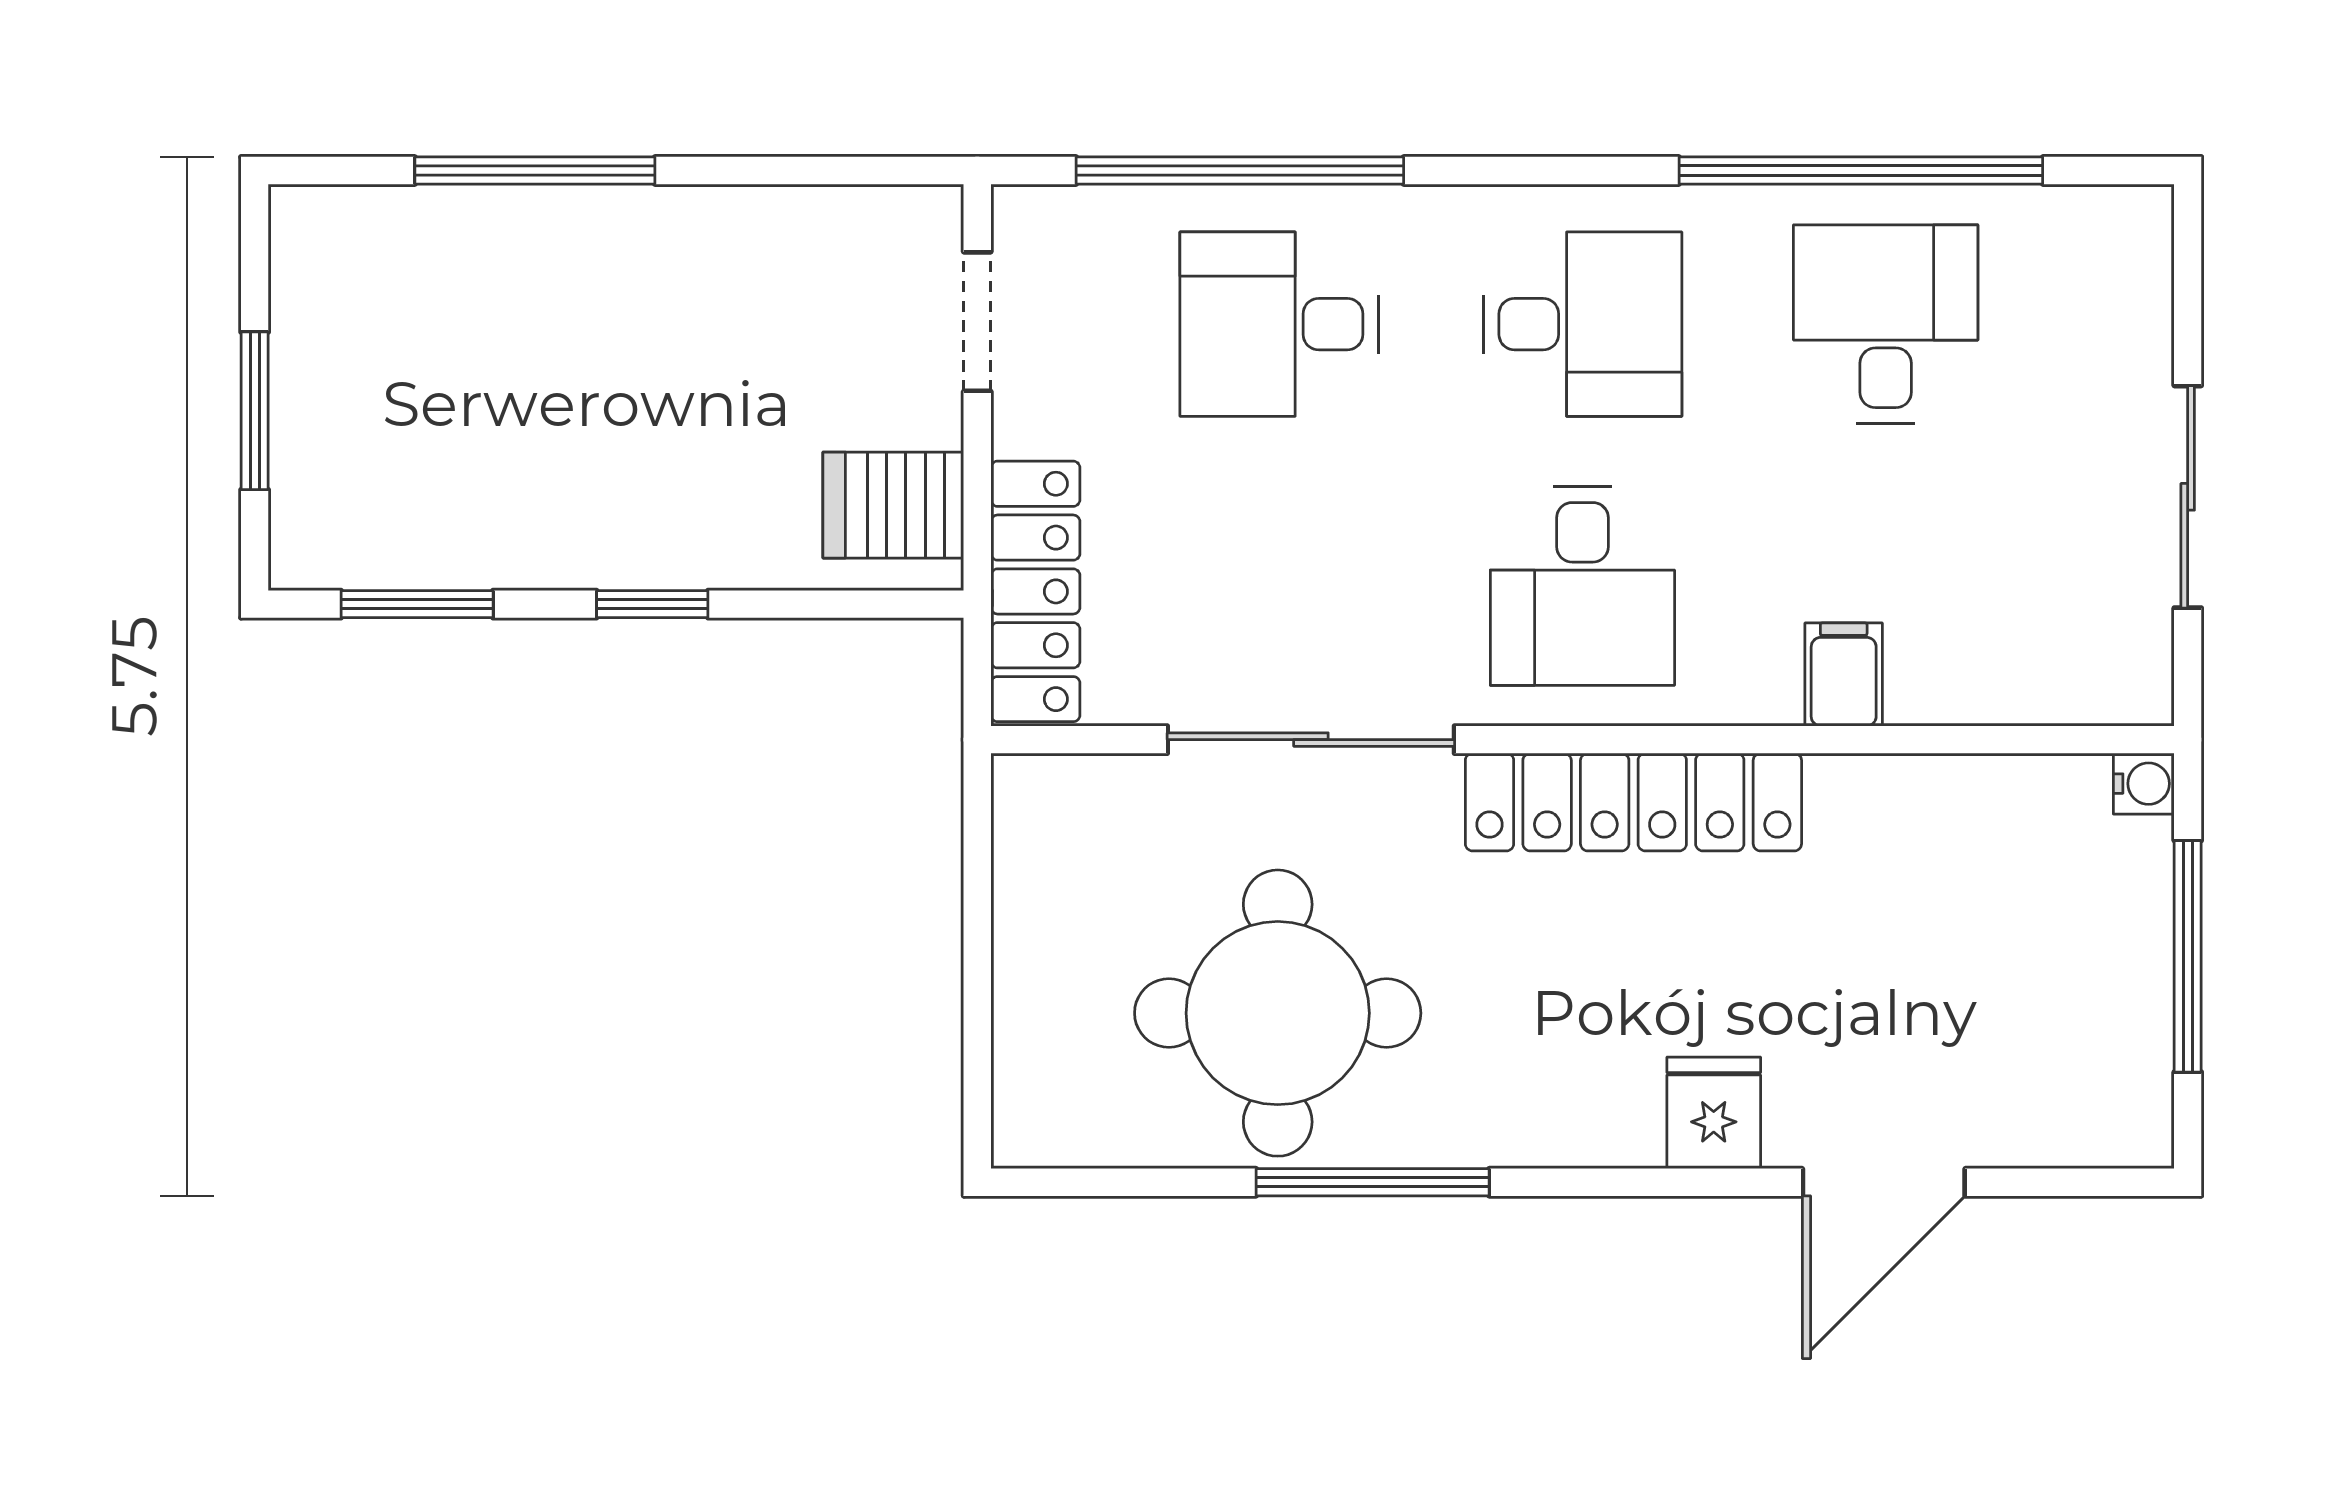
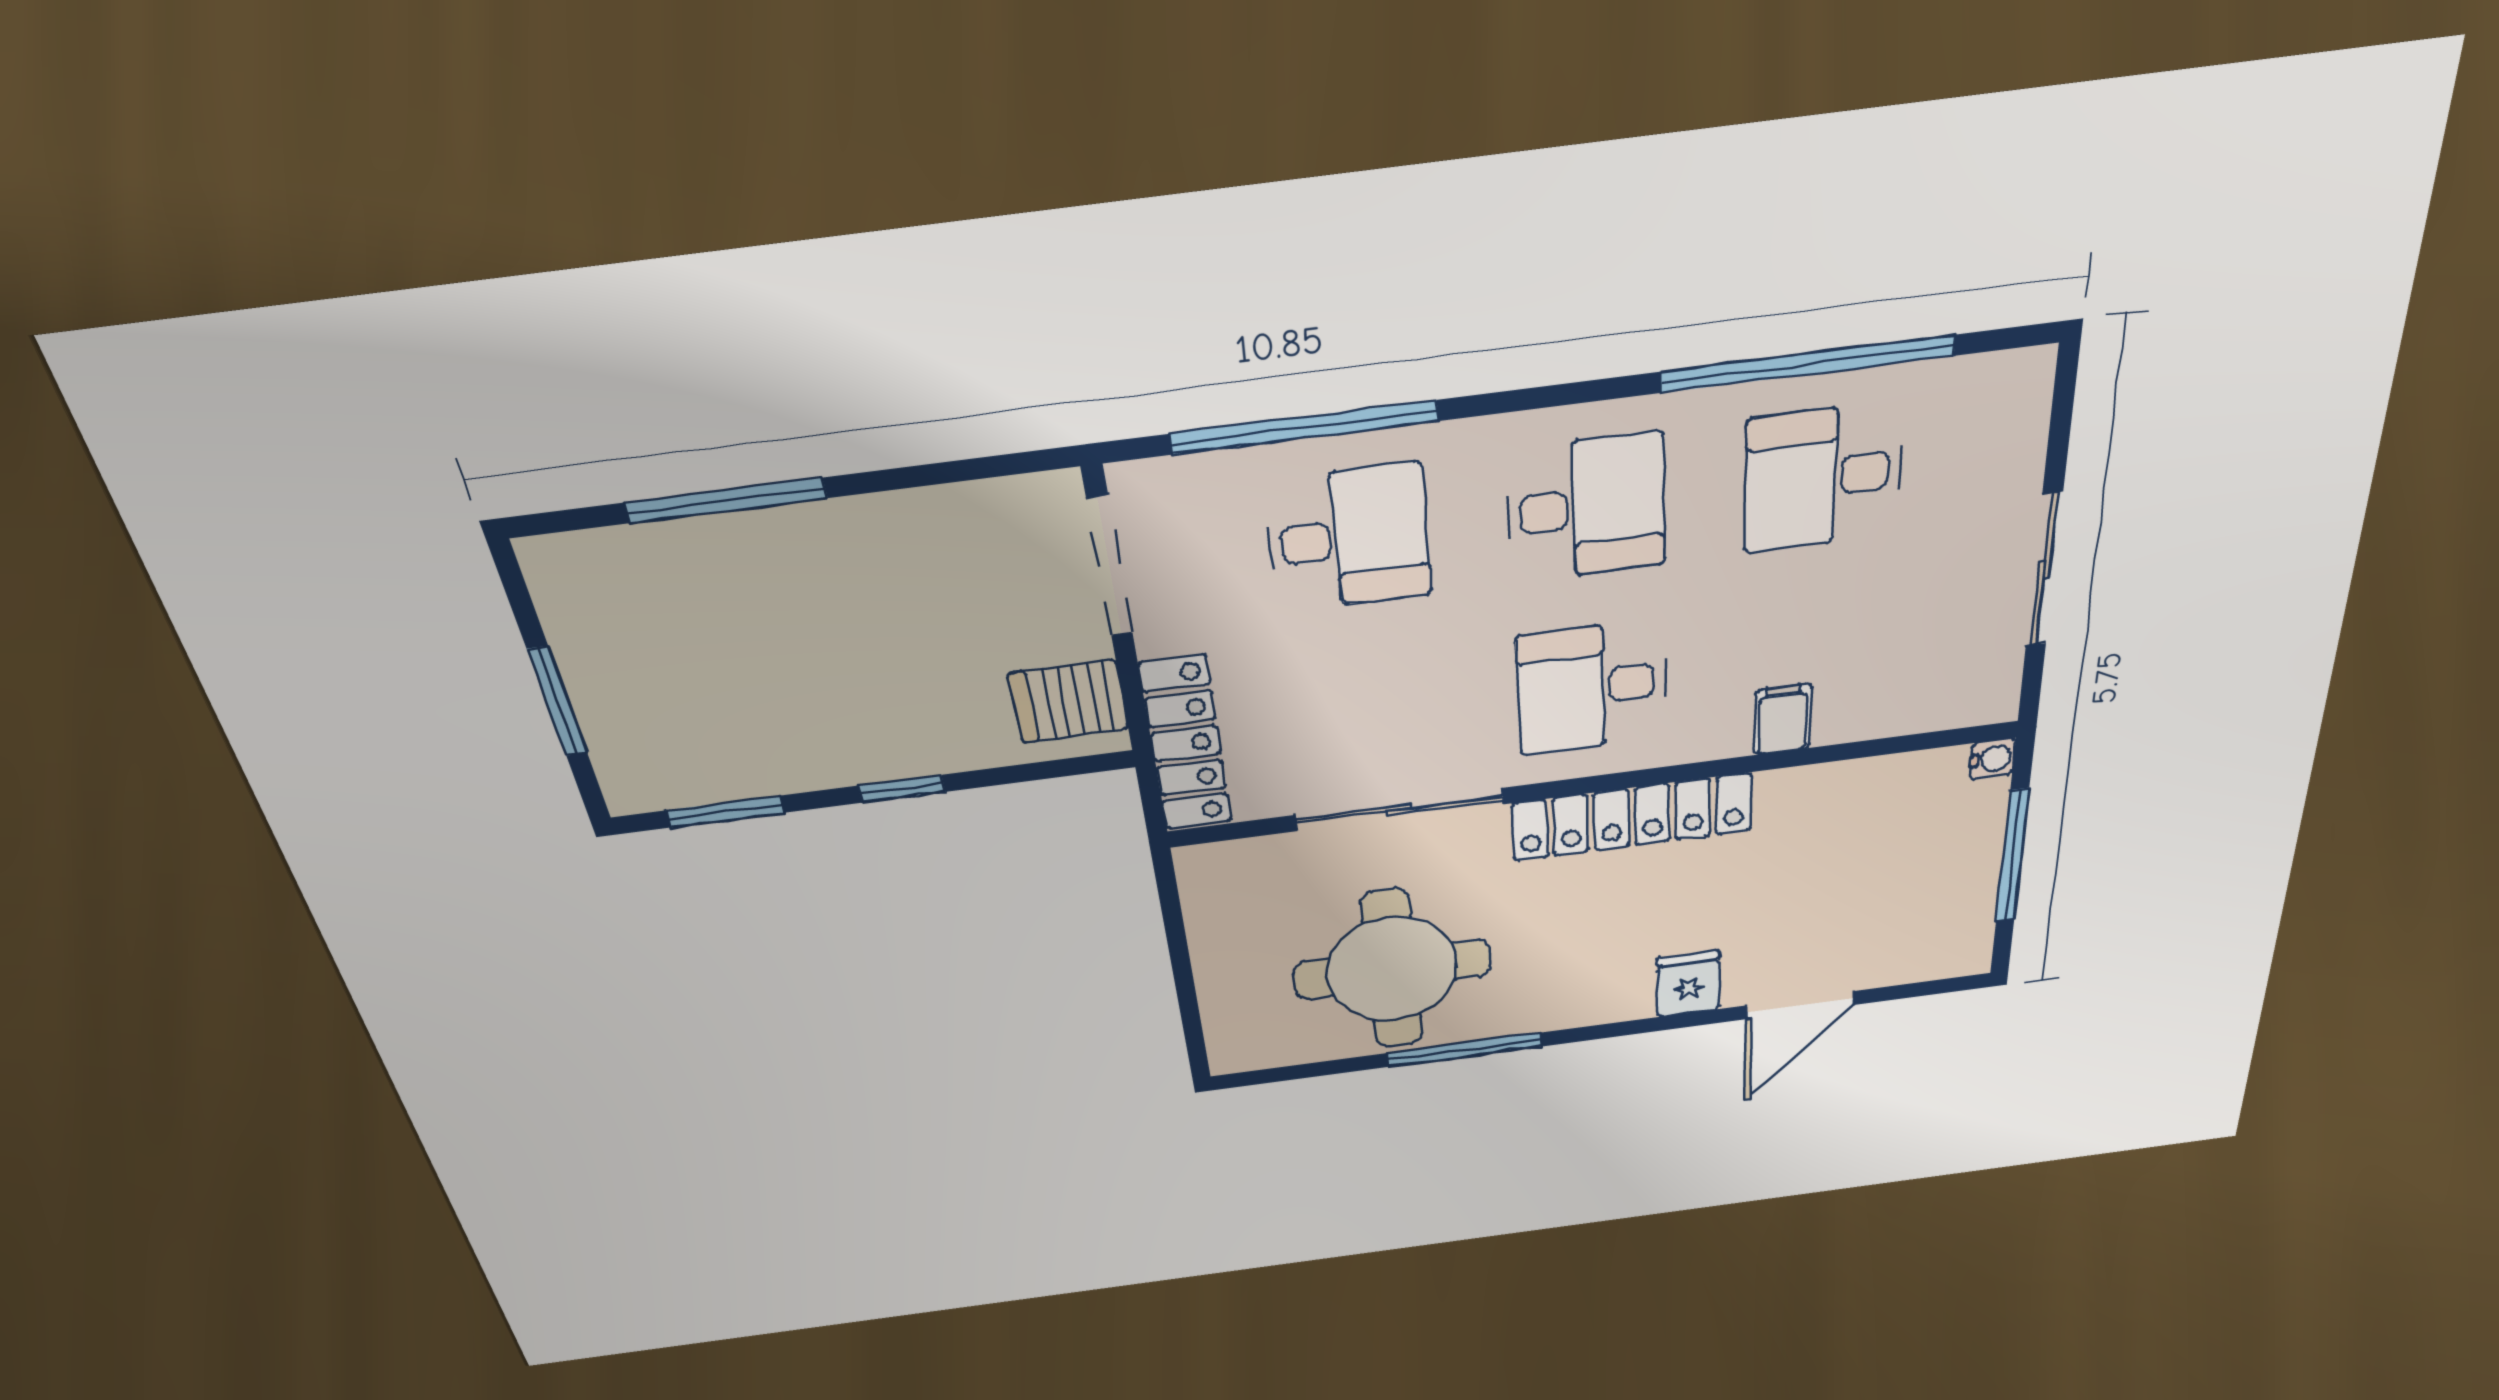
doorway: (977, 322) -> (1110, 567), width x1.38
desk: (1279, 324) -> (1348, 538), turned 180
desk: (1886, 324) -> (1823, 478), turned -90
desk: (1582, 586) -> (1592, 688), turned 90

